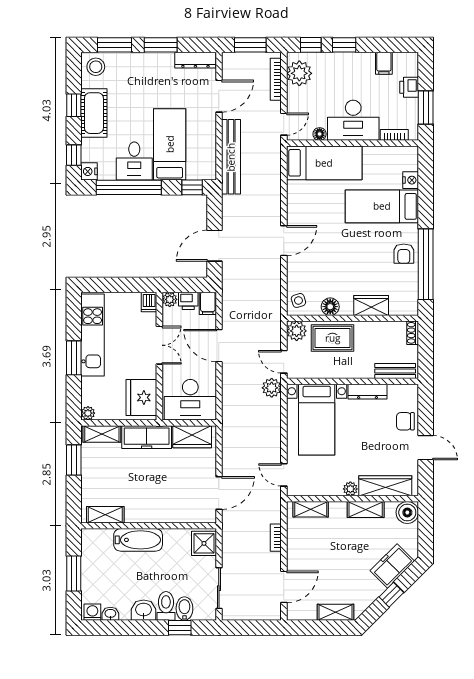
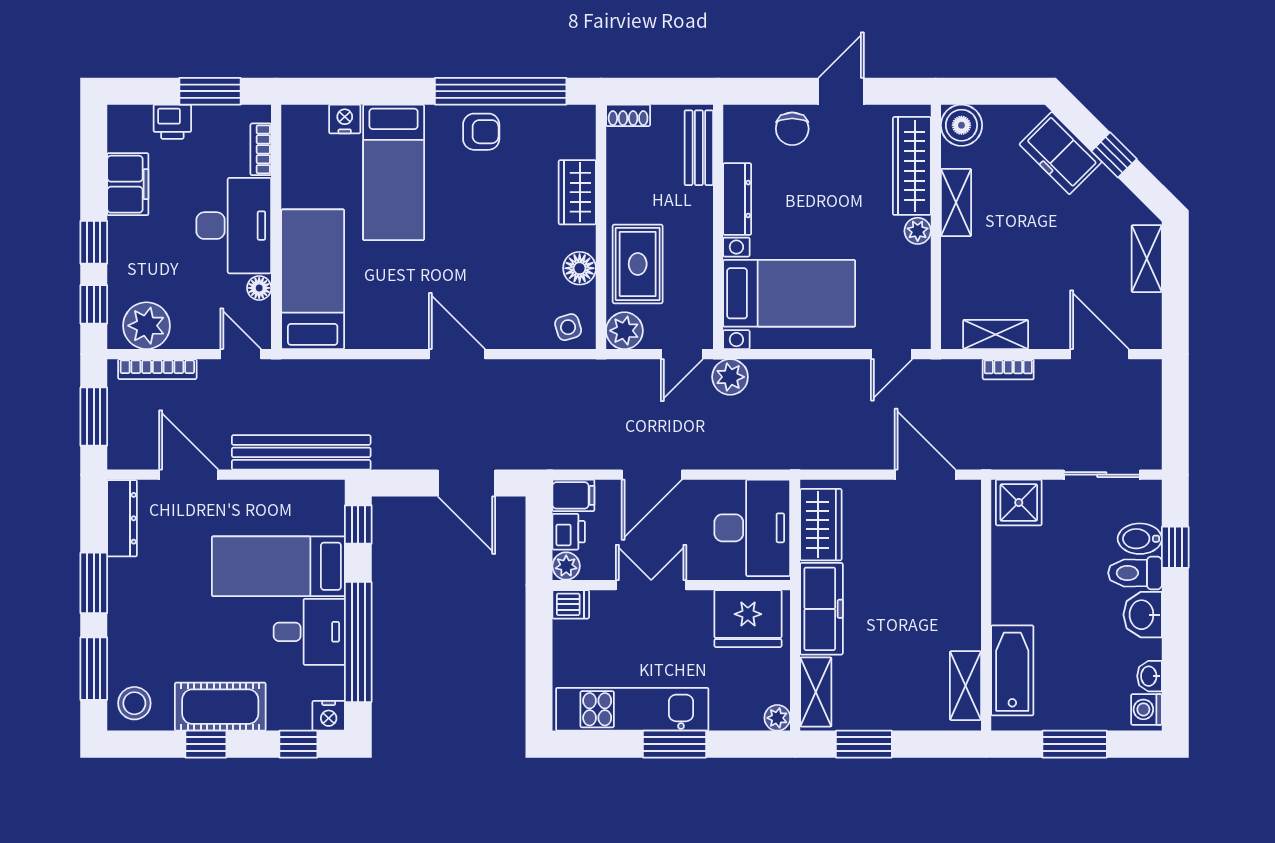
filing cabinet: (384, 63) -> (128, 184), width x2.00
shelving: (311, 509) -> (996, 334), moved, turned 90
bathtub: (138, 540) -> (1012, 670), moved

